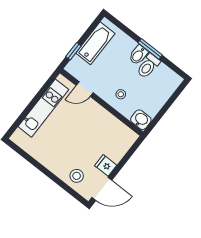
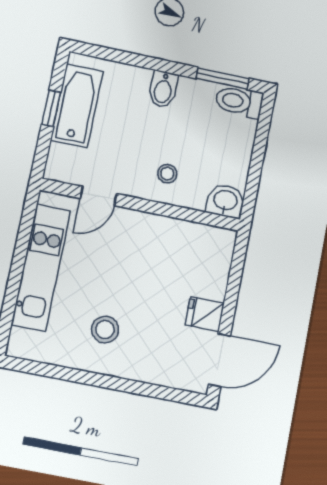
window: (150, 49) -> (223, 78), moved
window: (73, 51) -> (51, 108), moved
toilet: (148, 66) -> (239, 102), moved, turned 90
stool: (77, 176) -> (105, 329), moved

